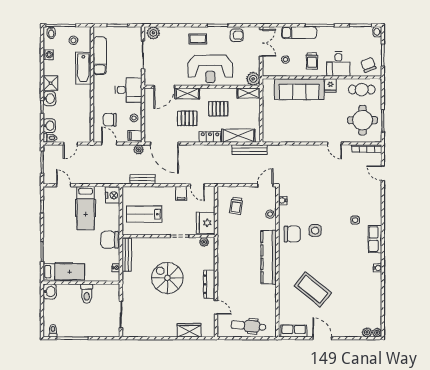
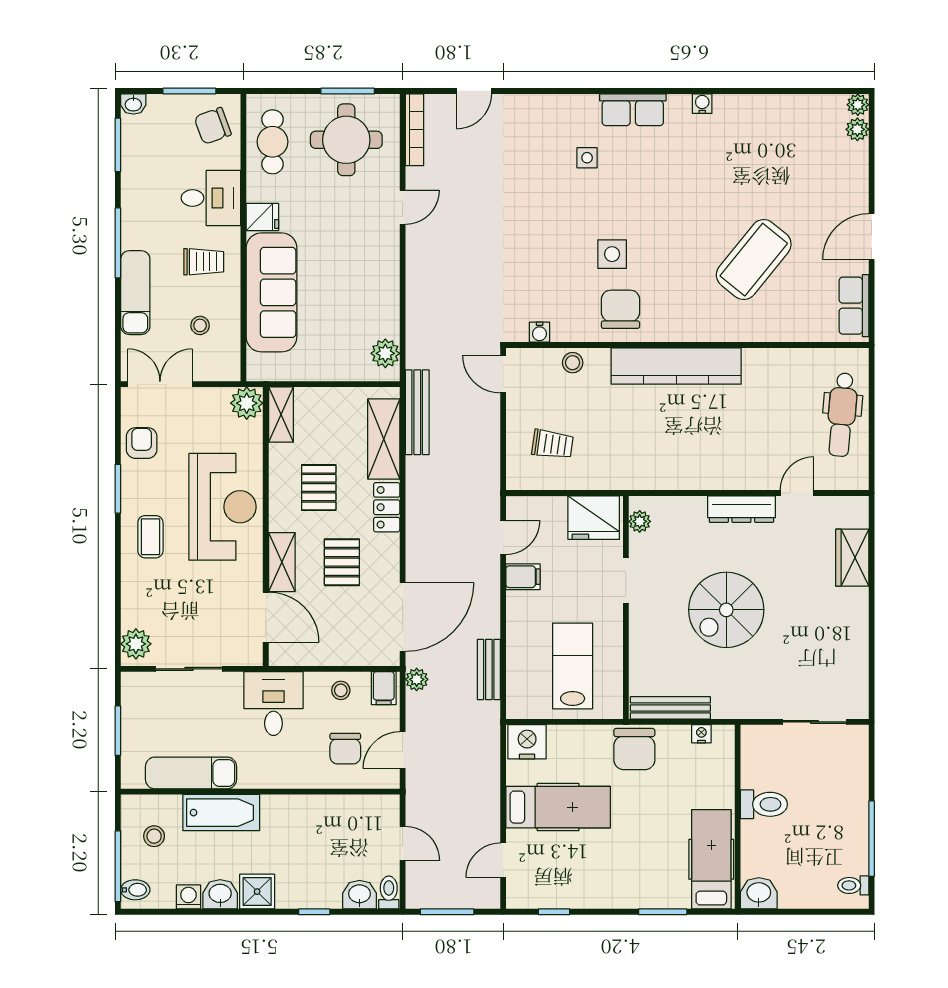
washbasin: (49, 99) -> (220, 894), moved
plant: (274, 136) -> (385, 353), added
lab bench: (144, 214) -> (573, 666), turned 180

